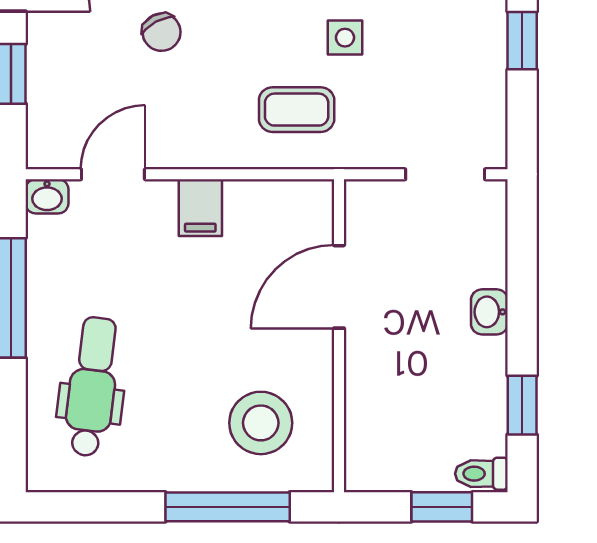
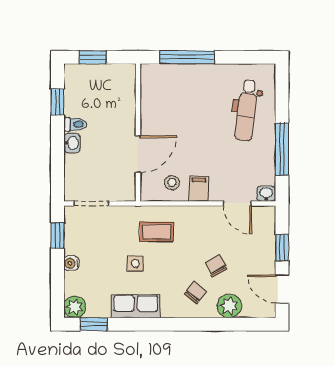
water cooler: (491, 38) -> (71, 263), added
window: (522, 41) -> (57, 236), moved
door: (113, 174) -> (237, 203), hinge flipped
stool: (261, 423) -> (172, 183), moved, width x0.53, depth x0.53
toilet: (481, 474) -> (75, 124), moved

